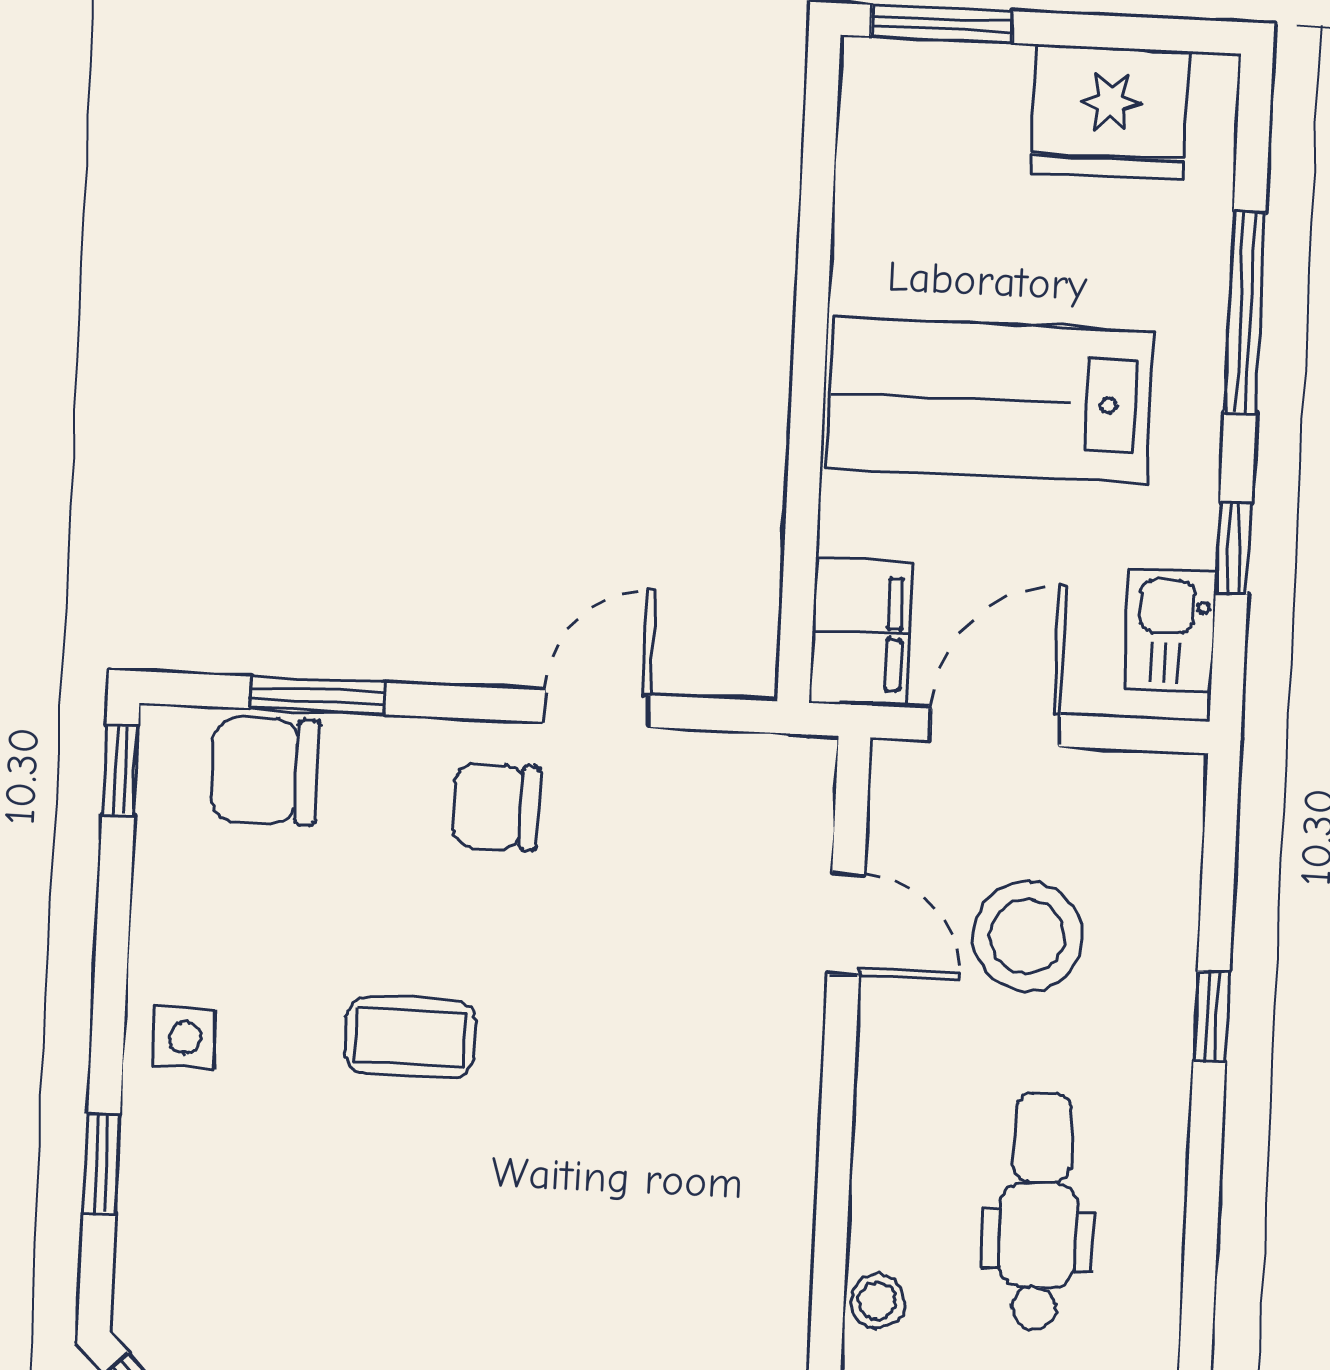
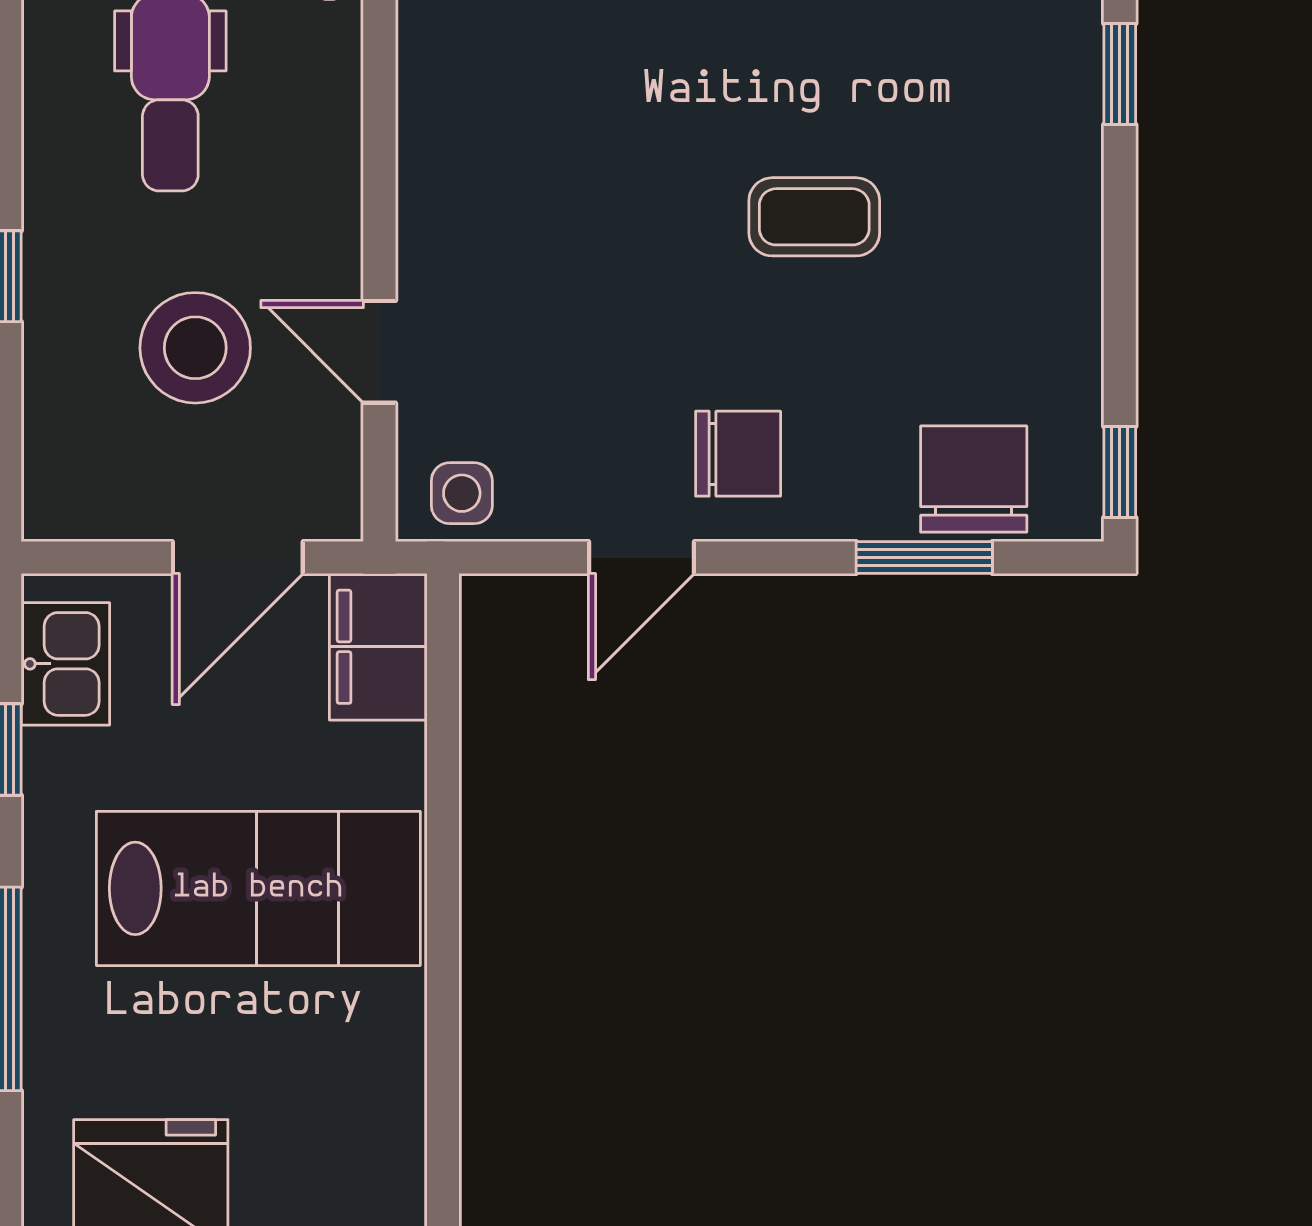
chair: (265, 771) -> (974, 479), turned -90
side table: (185, 1038) -> (462, 493), moved

